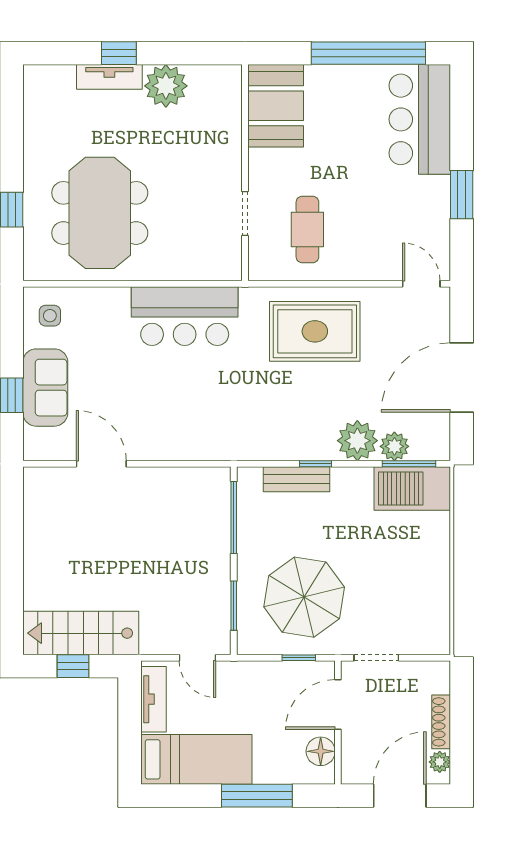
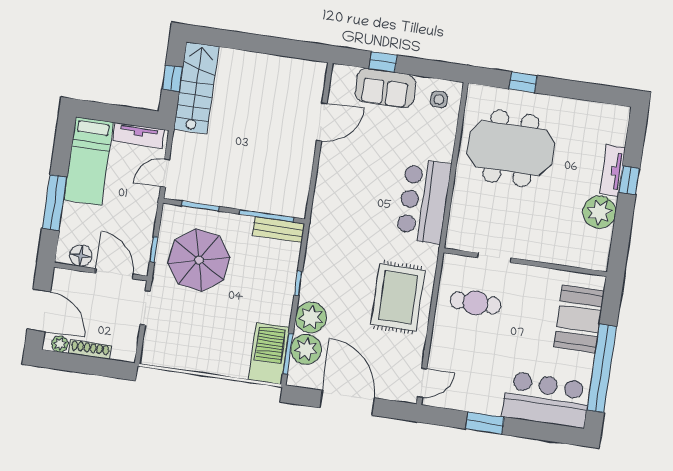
booth: (276, 106) -> (579, 319), moved, turned 90
plant: (394, 446) -> (306, 349), width x1.36, depth x1.36
bench: (297, 479) -> (278, 229), moved, turned 90

